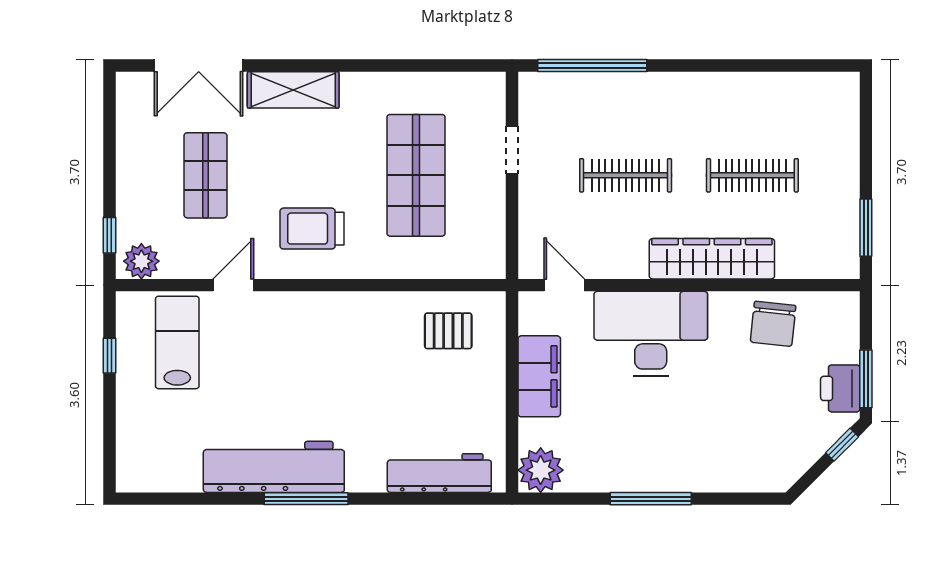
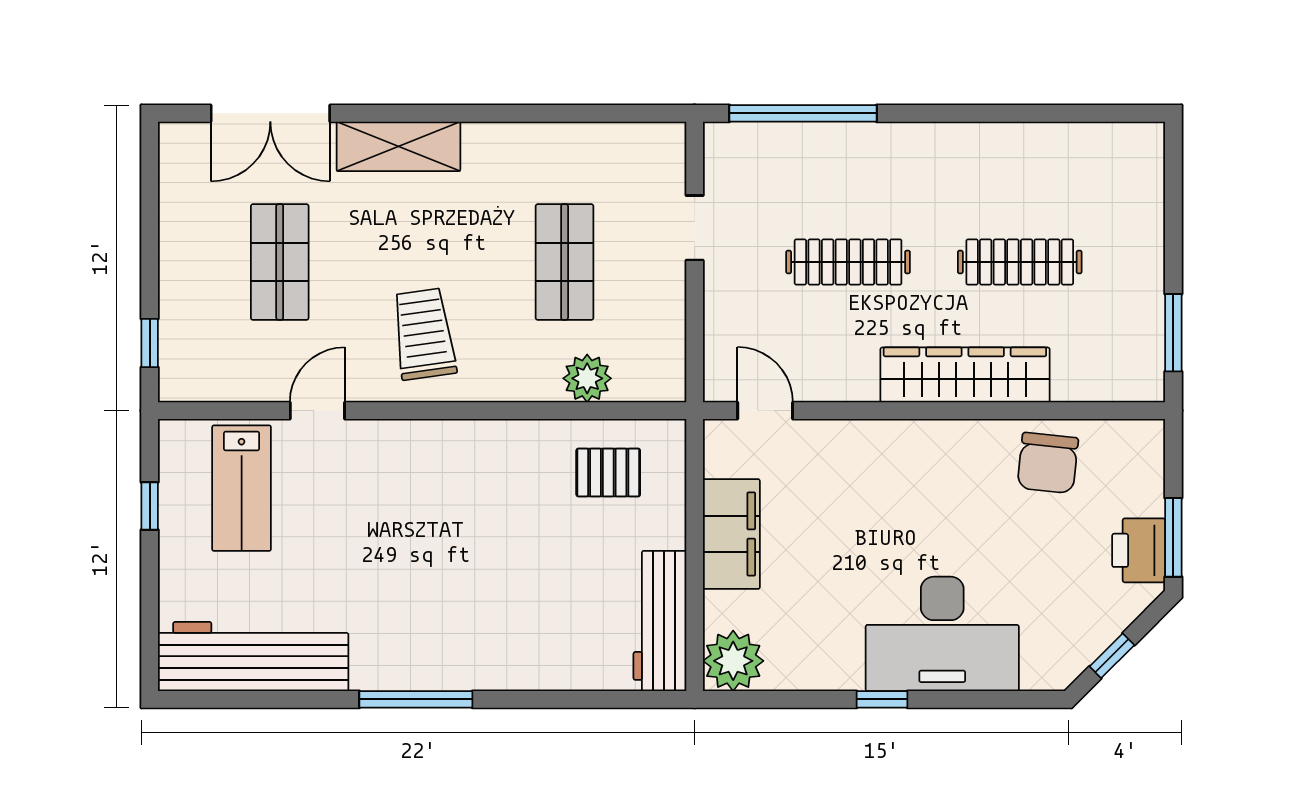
shop shelf: (416, 175) -> (565, 262), width x0.70, depth x0.74
trolley: (312, 229) -> (424, 334), turned 82
plant: (141, 261) -> (587, 378), moved
desk: (651, 334) -> (942, 634), moved, turned 180
lab bench: (177, 342) -> (242, 488), turned 180
window: (842, 445) -> (1112, 656), moved
workbench: (274, 467) -> (253, 657), moved
workbench: (439, 473) -> (660, 621), moved, turned -90
window: (651, 499) -> (882, 699), width x0.46

